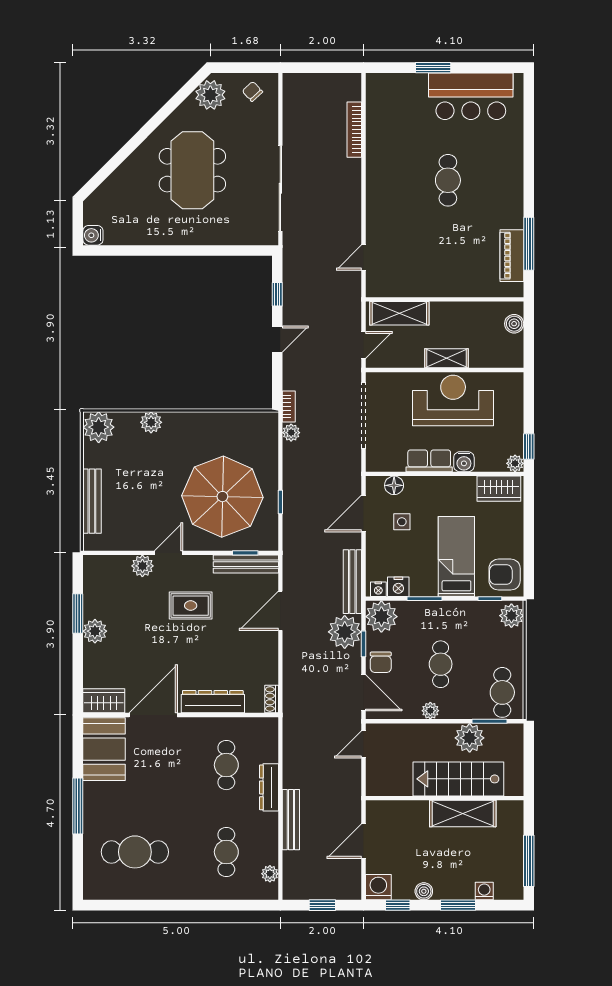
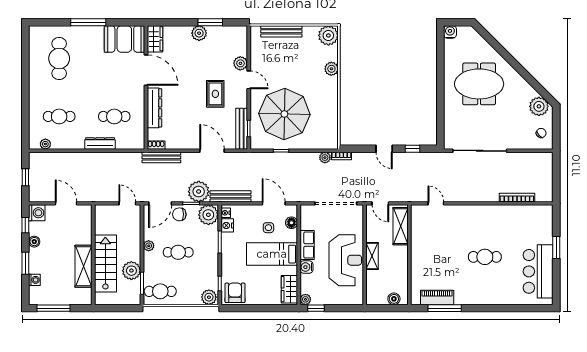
meeting table: (192, 170) -> (479, 84), moved
bed: (456, 556) -> (272, 254), moved, turned 180
bench: (291, 820) -> (161, 157), moved

